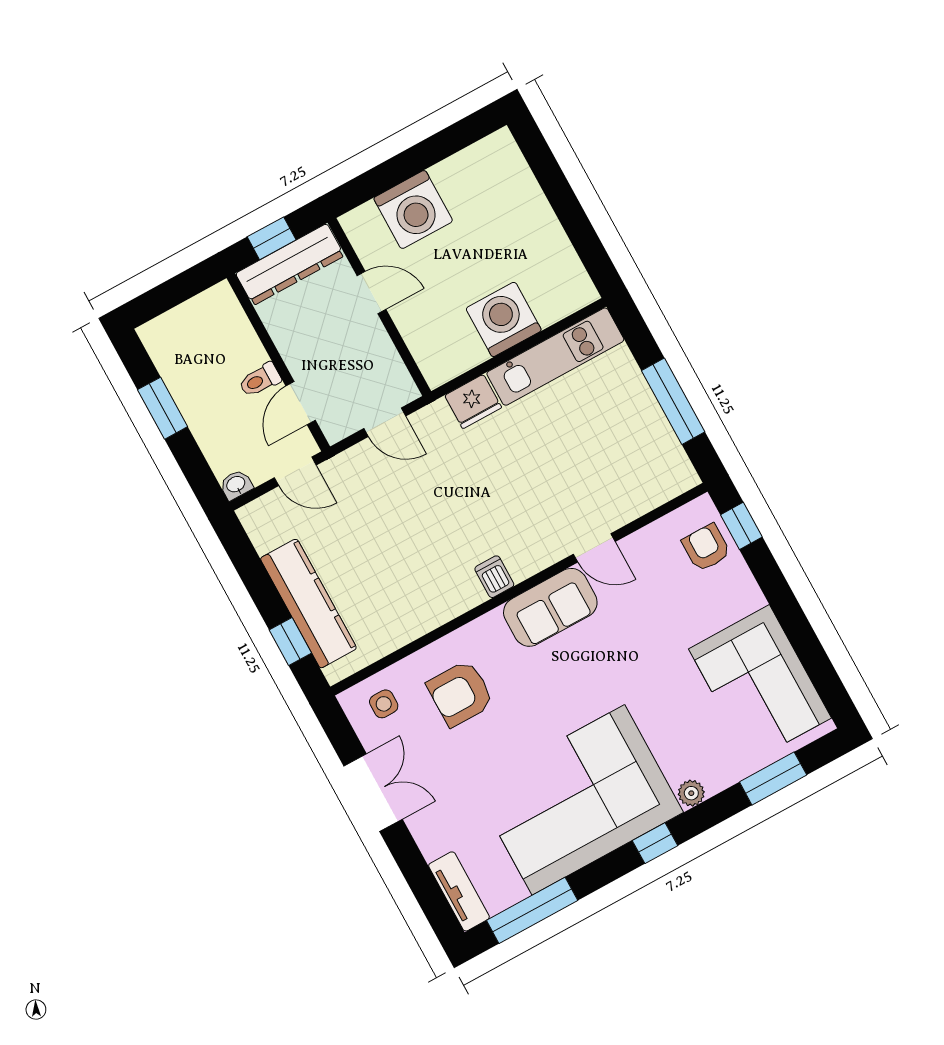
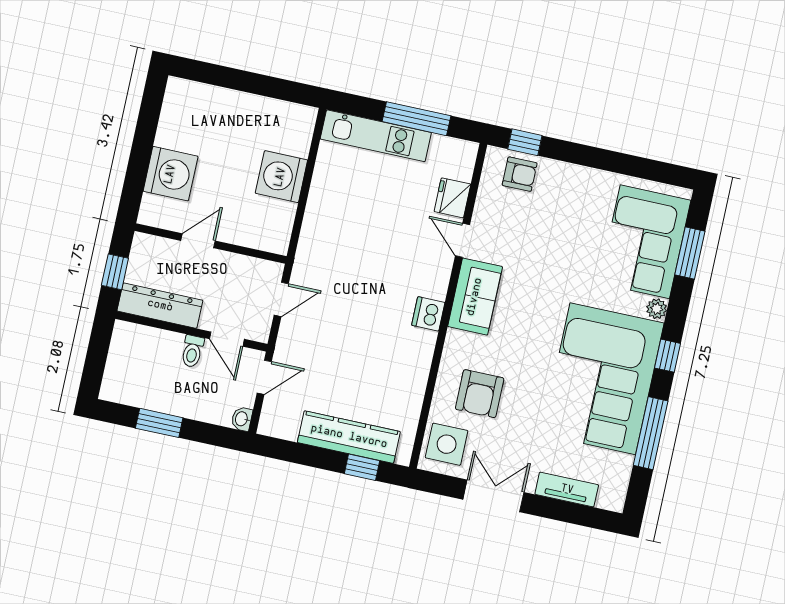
dresser: (290, 265) -> (160, 306), moved, turned -90
kitchen unit: (555, 357) -> (376, 136), moved, turned 90
fridge: (473, 401) -> (452, 198), moved, turned 180
door: (594, 548) -> (462, 240), swing flipped
armchair: (706, 548) -> (520, 174), turned 180
dishwasher: (494, 577) -> (428, 314), width x1.38
corner sofa: (760, 683) -> (645, 242), moved, turned 90
side table: (384, 704) -> (447, 444), width x1.87, depth x1.87
tv unit: (459, 891) -> (567, 490), moved
window: (532, 910) -> (651, 433), moved

